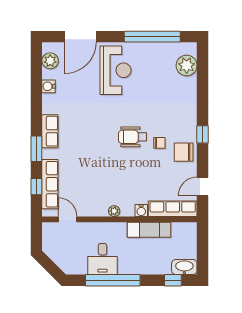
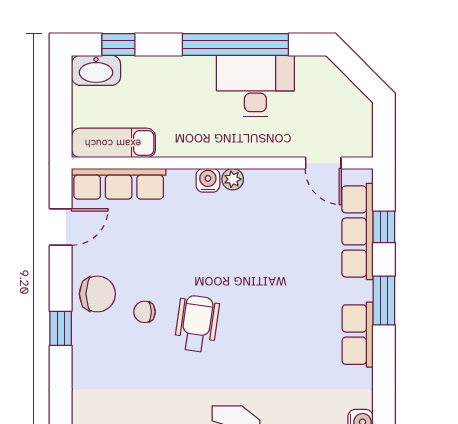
wheelchair: (133, 137) -> (197, 324), turned -82
water cooler: (141, 210) -> (208, 180), moved
exam couch: (149, 230) -> (113, 143), moved
desk: (102, 259) -> (255, 86), width x1.37

